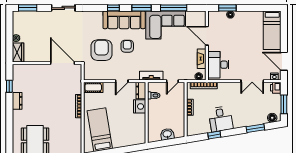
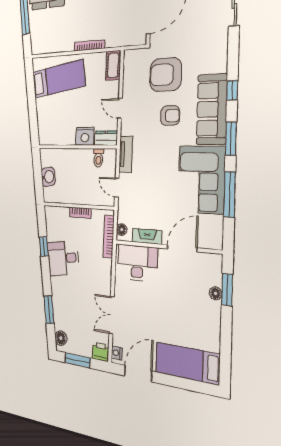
armchair: (101, 50) -> (166, 74), turned 180

